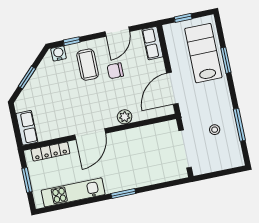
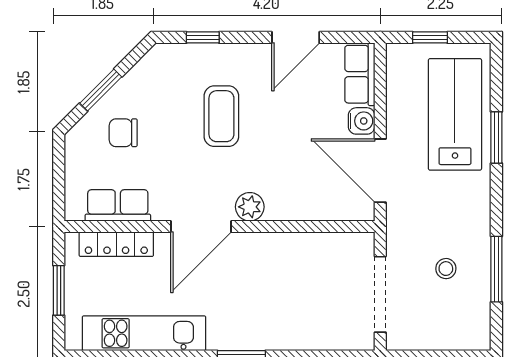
water cooler: (59, 53) -> (362, 121), moved, turned 90
coffee table: (88, 65) -> (221, 116), moved
chair: (115, 71) -> (123, 133), moved
door: (172, 88) -> (380, 171), hinge flipped
plant: (125, 117) -> (250, 207), moved
row of seats: (27, 128) -> (118, 205), moved, turned -90

